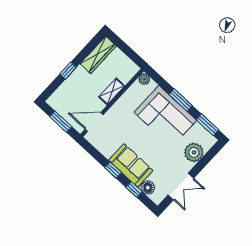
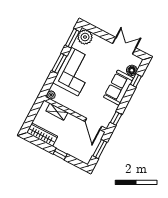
shelving: (112, 91) -> (57, 112), moved
plant: (194, 152) -> (85, 37), moved
window: (113, 170) -> (116, 118), moved

